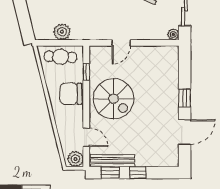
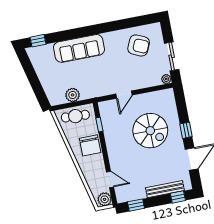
chair: (71, 94) -> (90, 145), turned -90
spiral stairs: (114, 99) -> (150, 131), moved
bench: (113, 161) -> (165, 189), moved
window: (138, 173) -> (178, 197), moved

